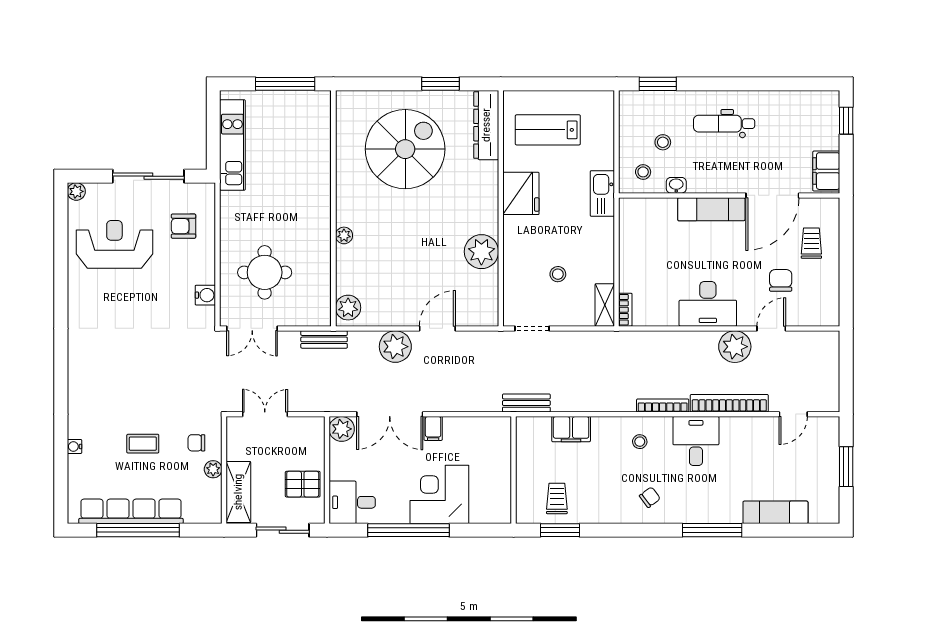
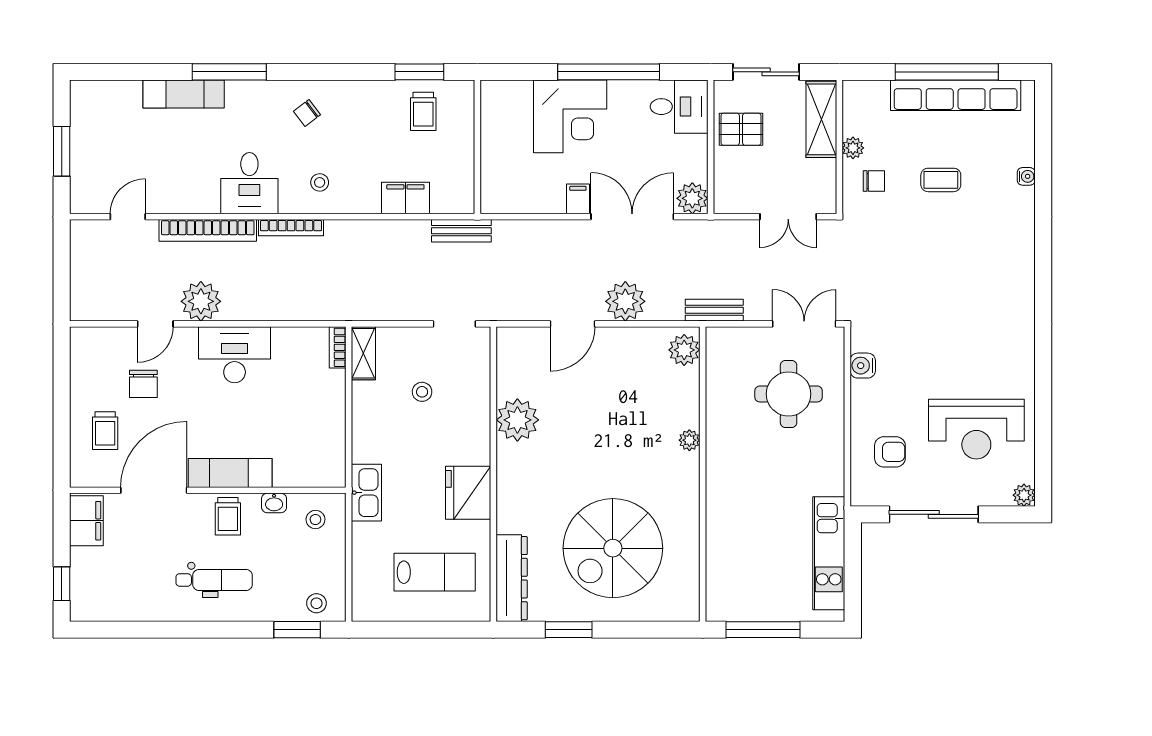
stool: (663, 142) -> (316, 603), moved
trolley: (713, 175) -> (228, 516), added
exam couch: (775, 512) -> (184, 94), moved

